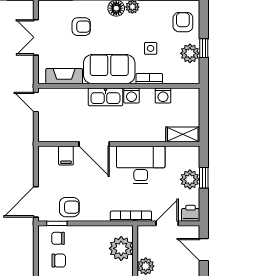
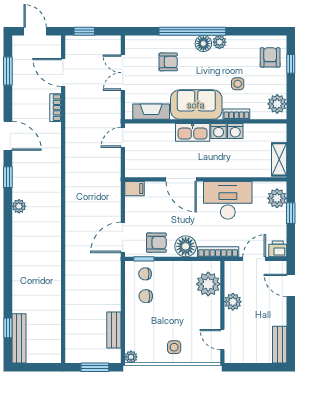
window: (204, 48) -> (291, 64), moved
plant: (190, 53) -> (277, 104), moved
washing machine: (163, 96) -> (235, 131), moved
door: (36, 102) -> (123, 137), hinge flipped
shelving: (183, 134) -> (279, 159), moved, turned 90
filing cabinet: (66, 156) -> (134, 189), moved, turned -90
plant: (190, 179) -> (277, 198), moved
floor lamp: (99, 211) -> (186, 246), added
chair: (59, 261) -> (146, 296), turned 180

